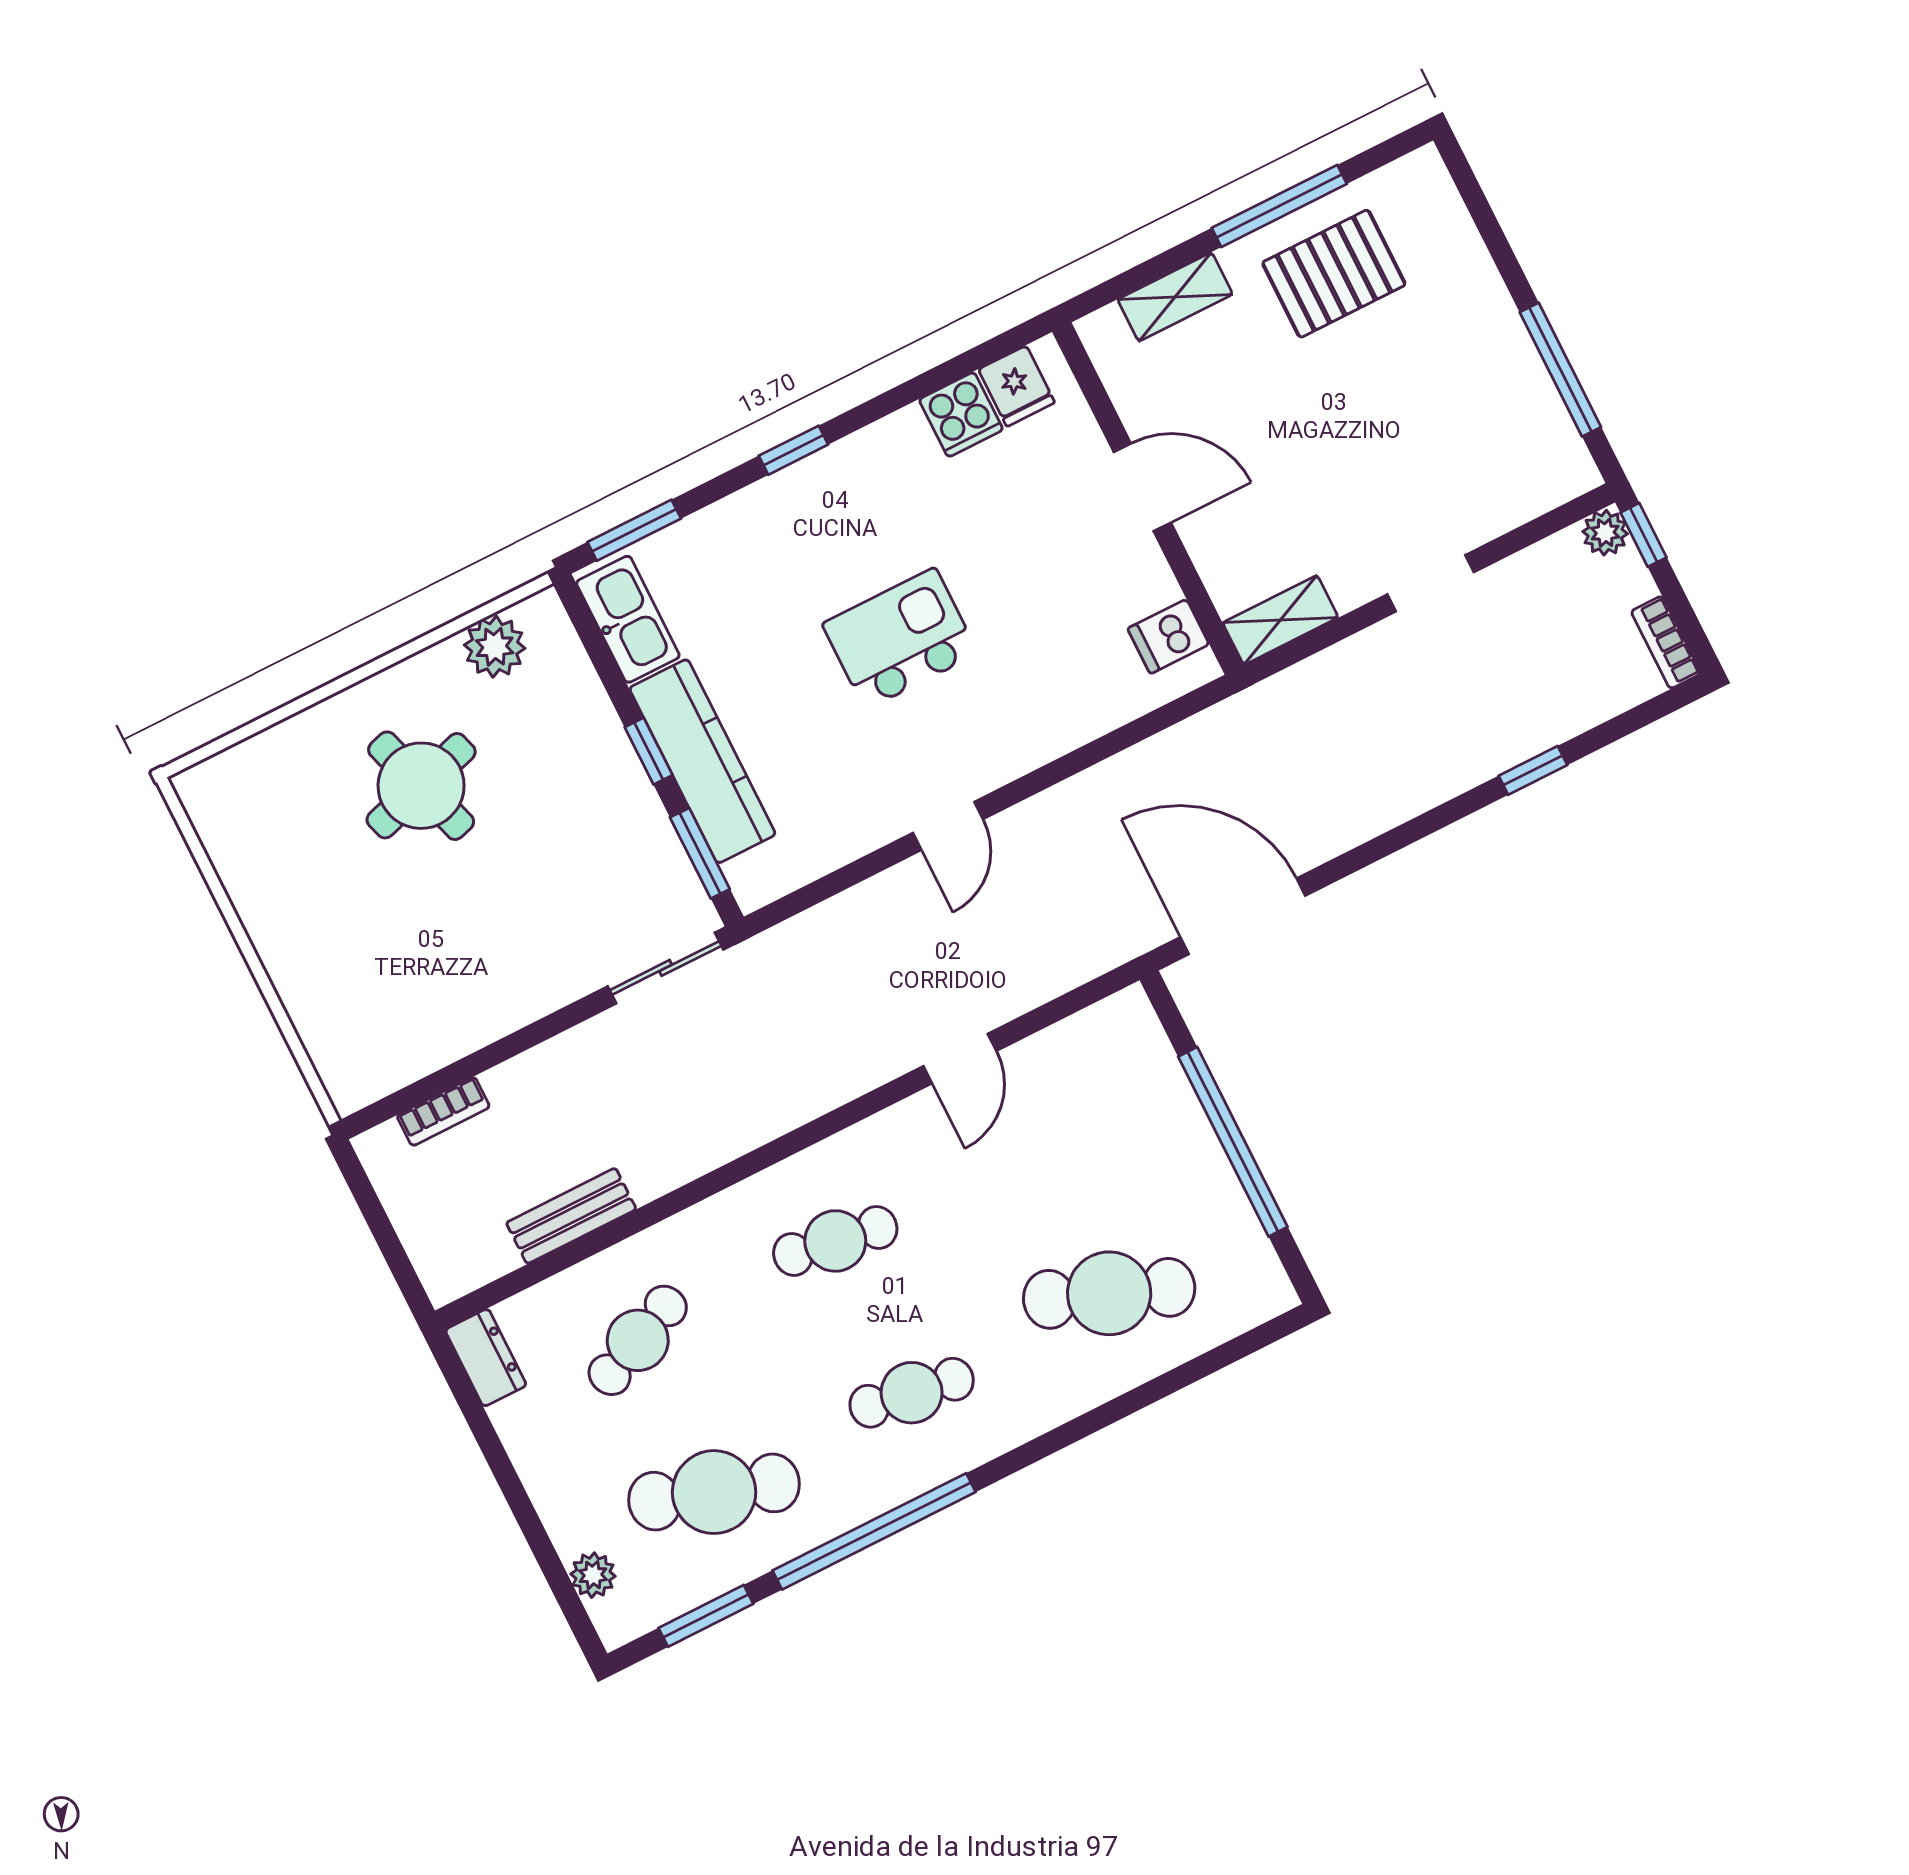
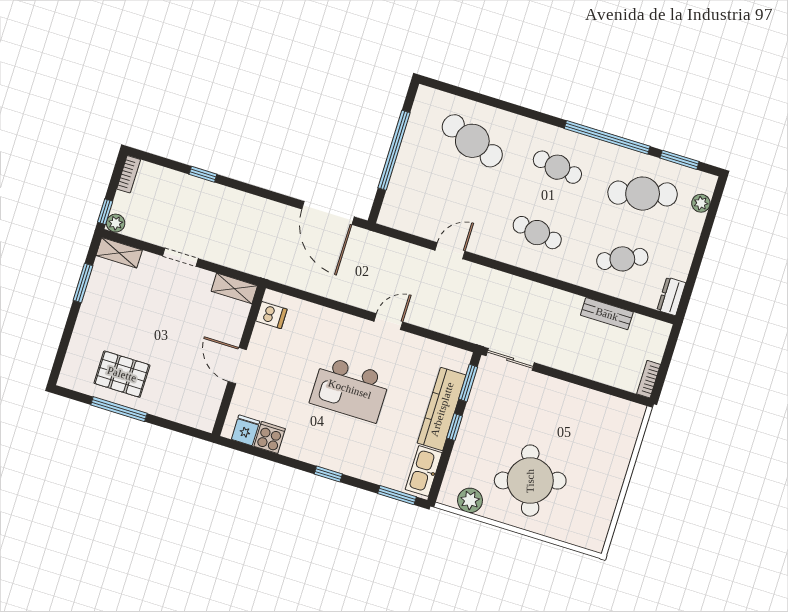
shelving: (1175, 297) -> (119, 253), moved
window: (1560, 370) -> (83, 283), width x0.69
kitchen island: (900, 639) -> (350, 389), width x1.37, depth x1.28
round table: (421, 786) -> (530, 481), width x1.36, depth x1.36
bookcase: (443, 1111) -> (649, 379), moved, turned -90
cafe table: (714, 1492) -> (643, 194), turned -33

